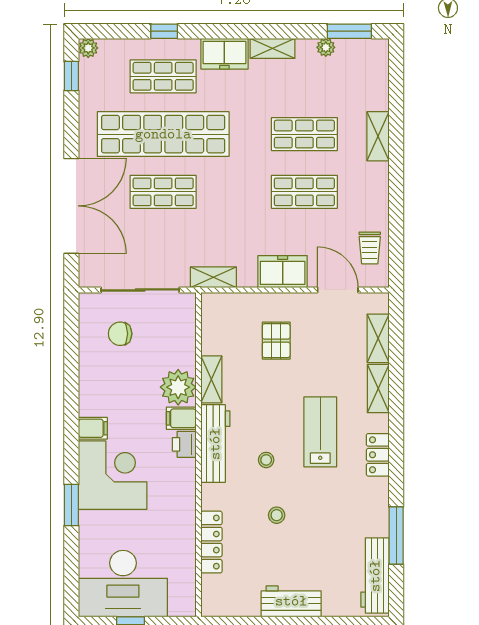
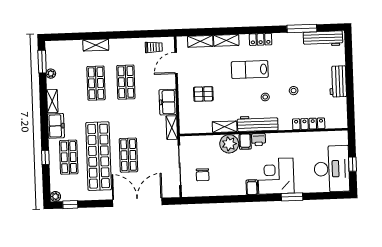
freezer: (283, 272) -> (168, 102), moved

